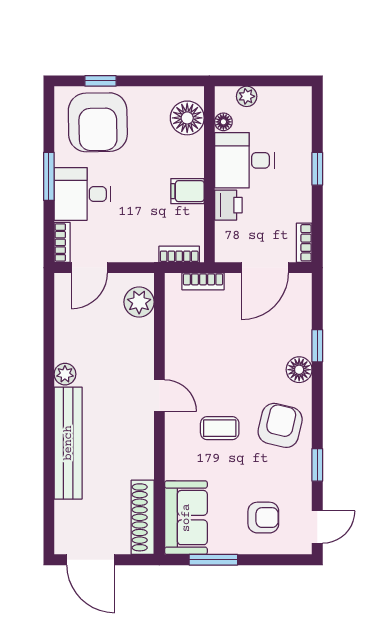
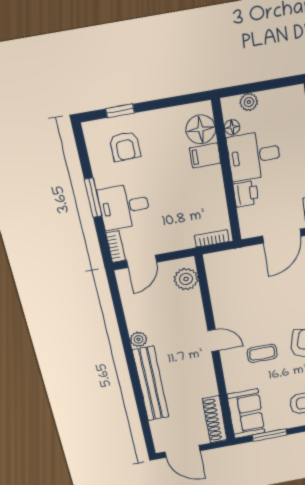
armchair: (98, 122) -> (125, 146), width x0.53, depth x0.53
filing cabinet: (187, 191) -> (205, 155), moved
bookcase: (203, 281) -> (234, 255), removed

